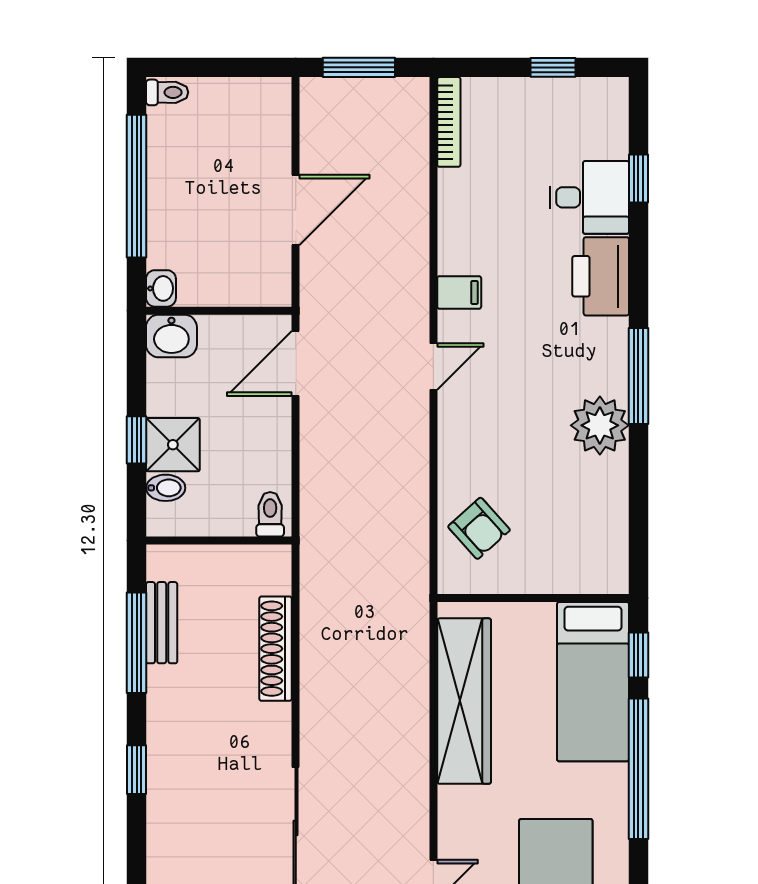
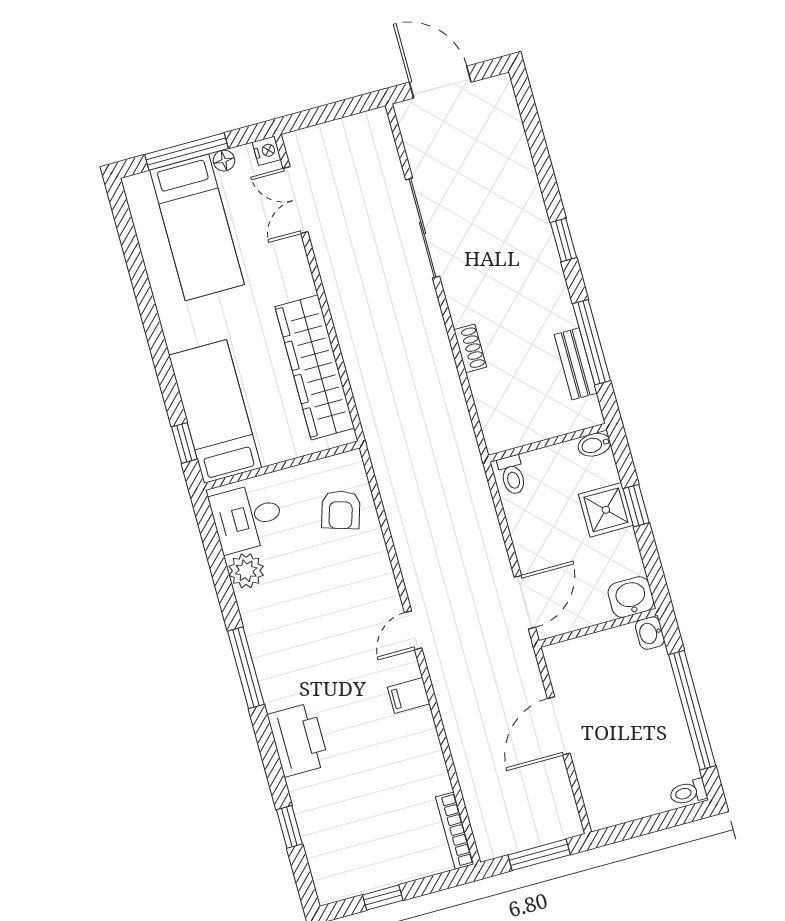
desk: (589, 197) -> (247, 518), moved
plant: (600, 425) -> (246, 571), moved, width x0.73, depth x0.73
bidet: (166, 488) -> (594, 445), moved
armchair: (479, 528) -> (341, 510), turned -121
shoe rack: (276, 649) -> (470, 348), width x0.51, depth x0.81
window: (638, 769) -> (159, 351), removed

